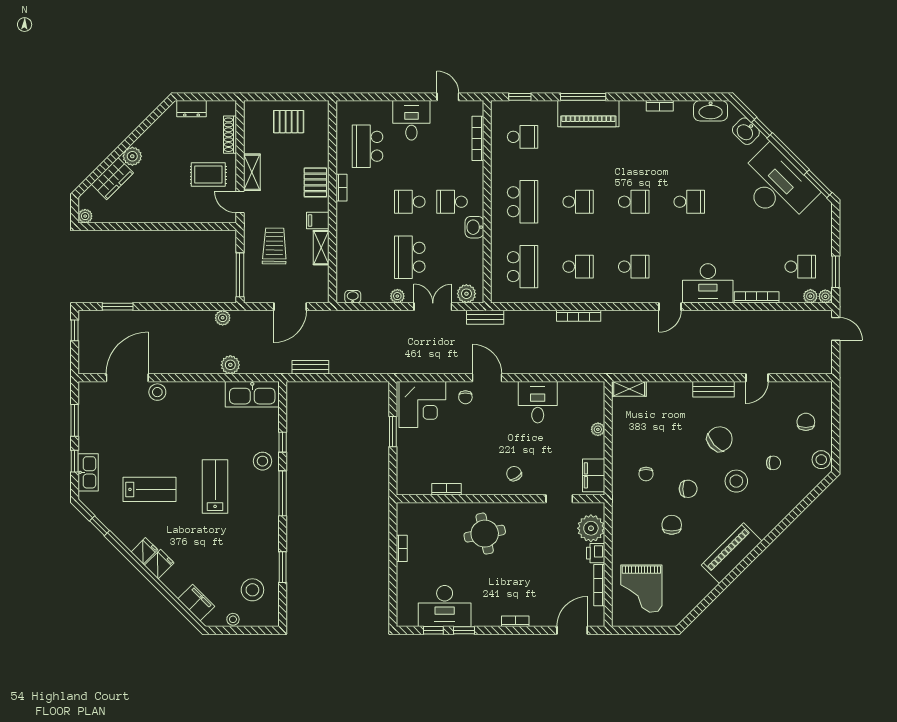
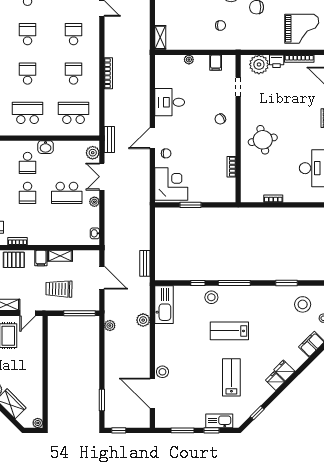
filing cabinet: (594, 475) -> (216, 63), width x0.50

